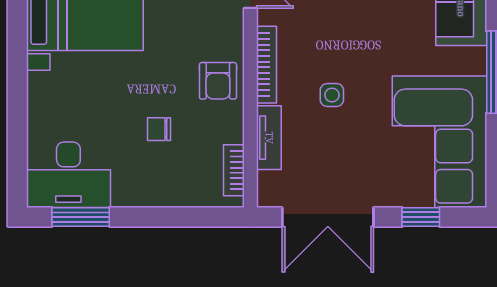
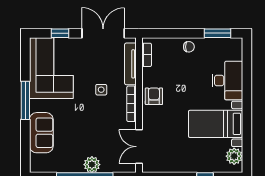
chair: (159, 129) -> (189, 47), moved
tv unit: (269, 138) -> (130, 64), width x1.41
desk: (68, 175) -> (227, 81), moved, turned 90

